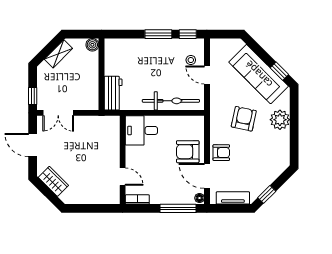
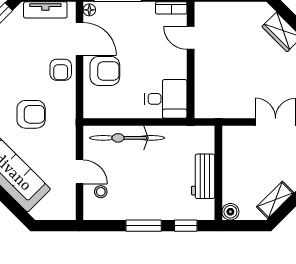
window: (188, 34) -> (186, 226), moved
workbench: (113, 93) -> (203, 176), moved
armchair: (244, 119) -> (31, 114), turned -102
armchair: (221, 153) -> (61, 70), turned -90

